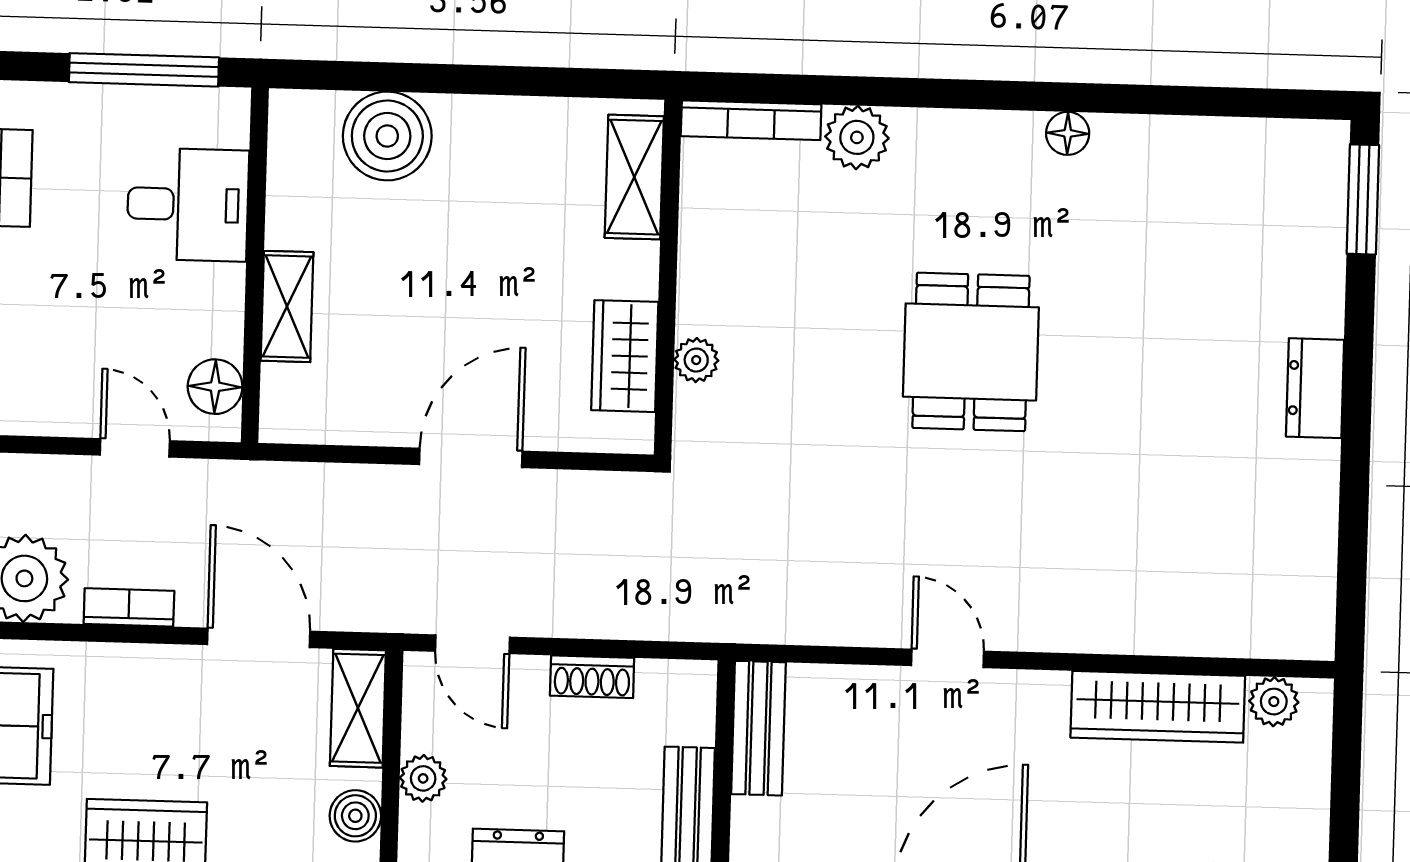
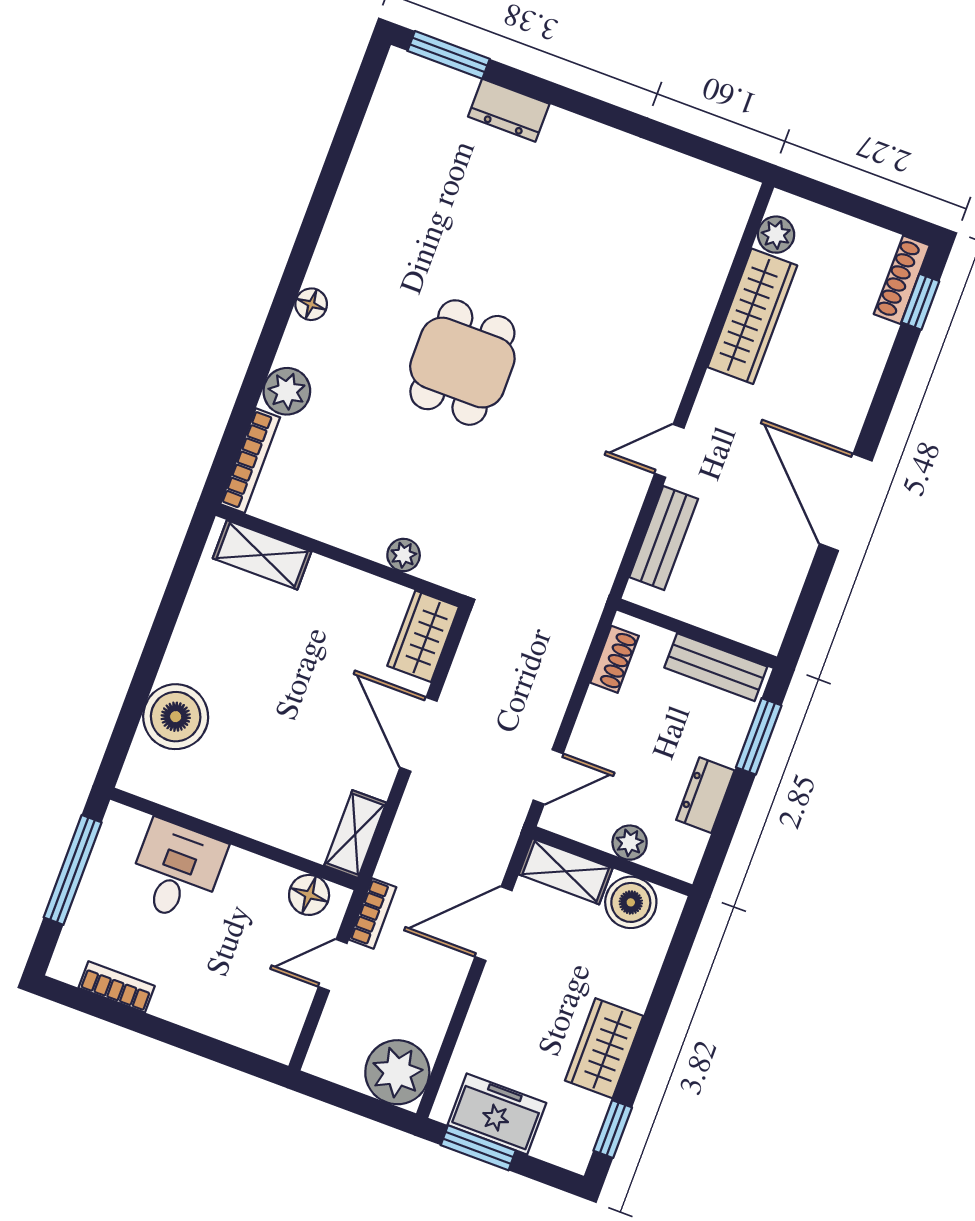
floor lamp: (1068, 133) -> (311, 304), moved
shelving: (287, 306) -> (355, 834), moved, turned 90
dining table: (971, 352) -> (462, 363), turned 90
wardrobe: (625, 356) -> (423, 636), moved, turned 90
dresser: (1315, 388) -> (509, 110), moved
bookcase: (129, 607) -> (373, 913), moved, turned 180
shoe rack: (592, 677) -> (614, 659), moved
bench: (758, 728) -> (664, 538), moved, turned 90
boiler: (355, 816) -> (631, 902), width x1.36, depth x1.36

